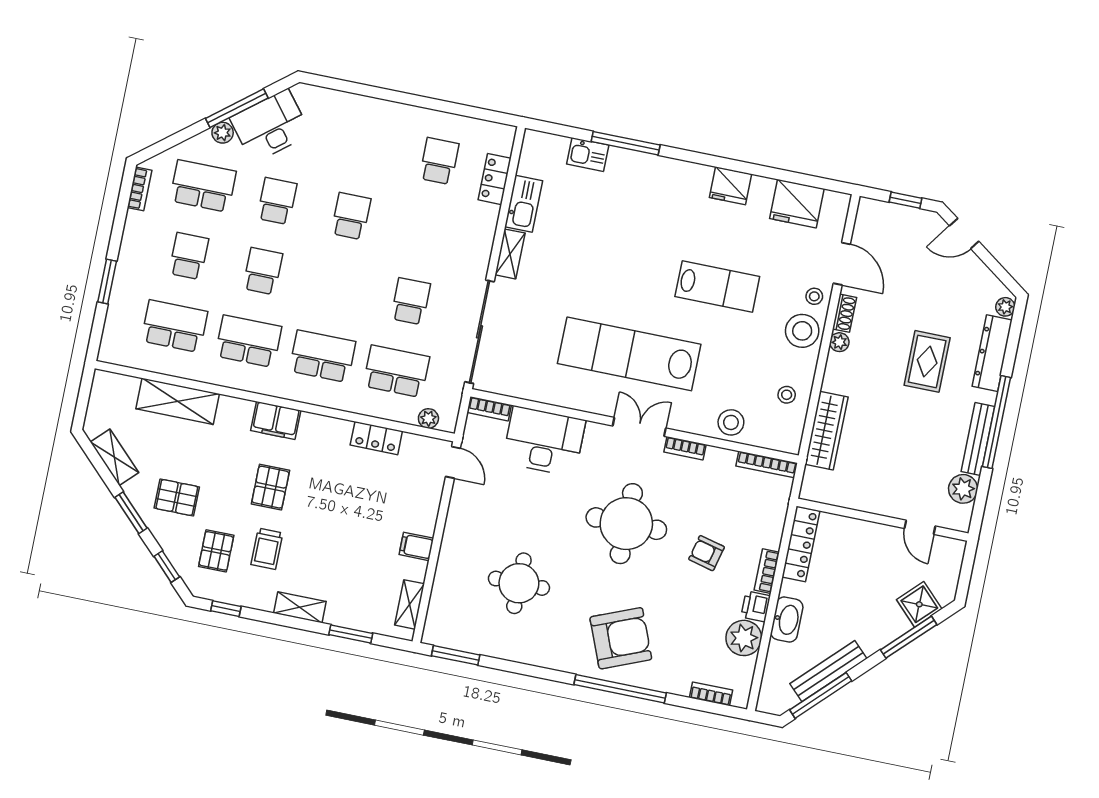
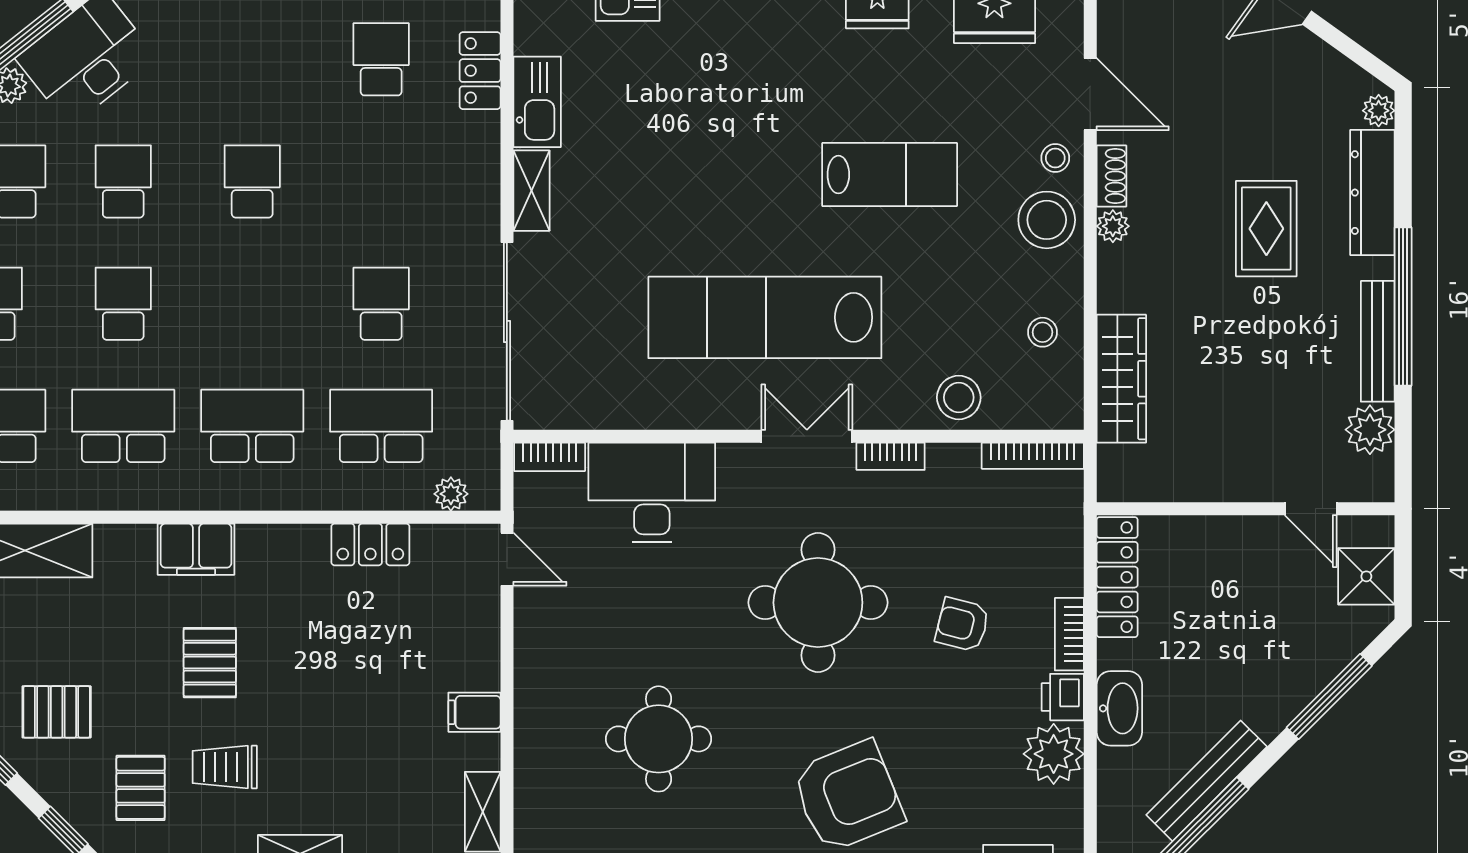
trolley: (267, 549) -> (225, 767), turned 90
shower: (919, 604) -> (1366, 576), moved, turned 45

